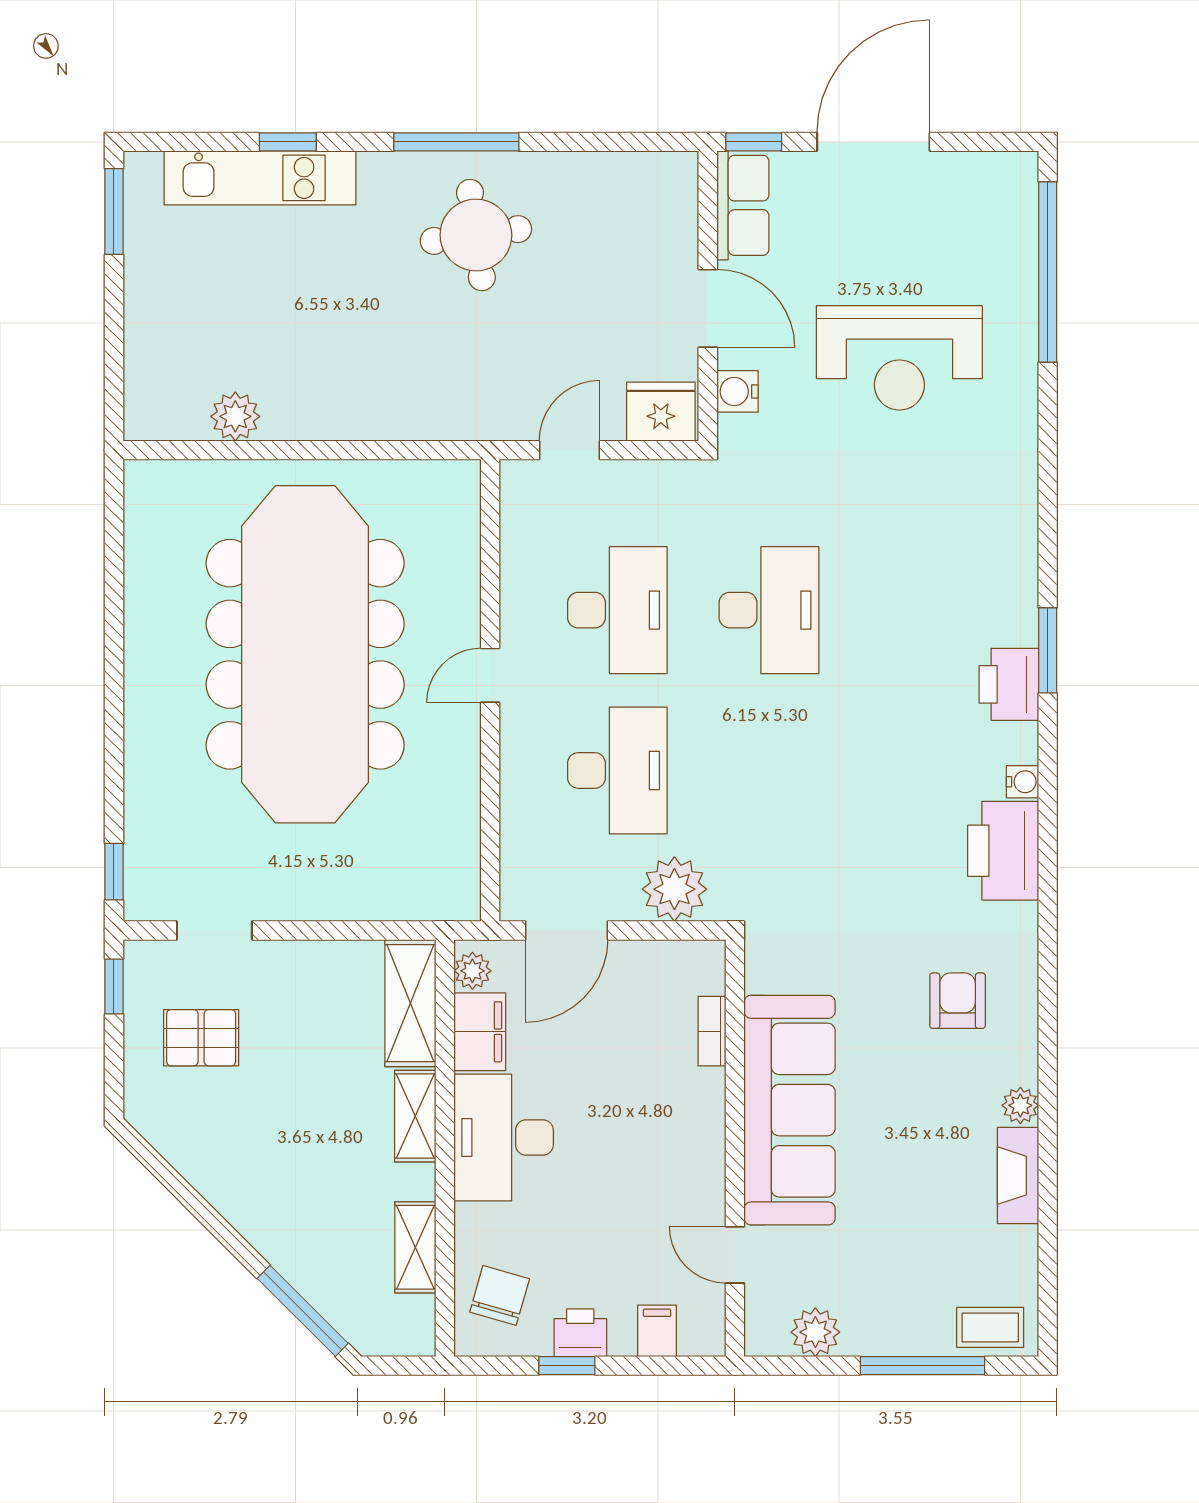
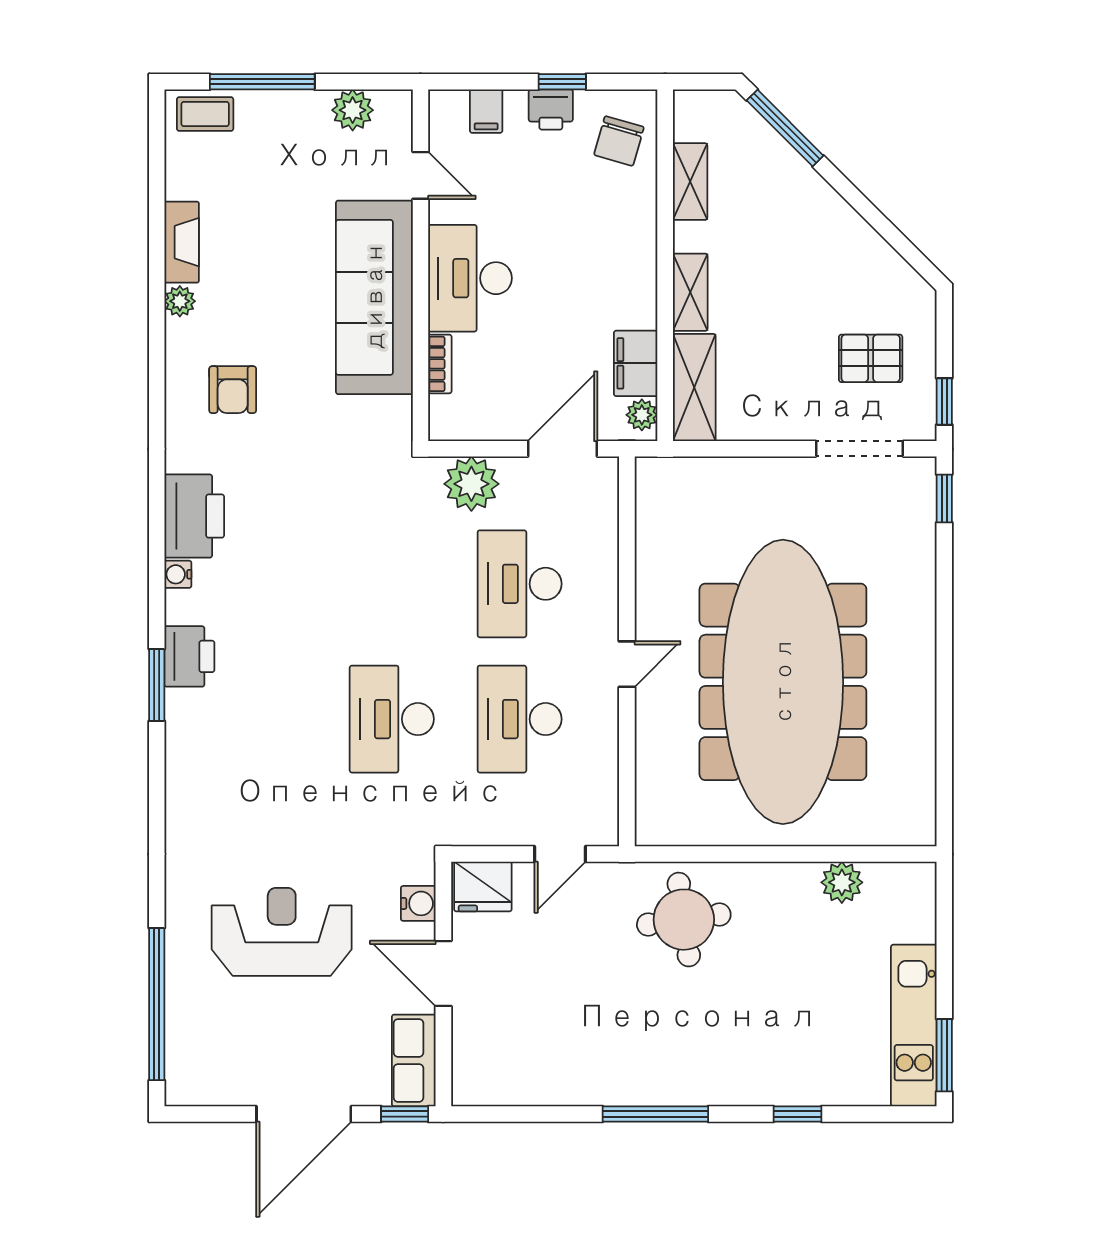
kitchen unit: (260, 178) -> (914, 1026), moved, turned -90
round table: (476, 235) -> (684, 920), moved
doorway: (214, 931) -> (860, 449), width x1.38
desk: (504, 1137) -> (470, 278), moved, turned 180

